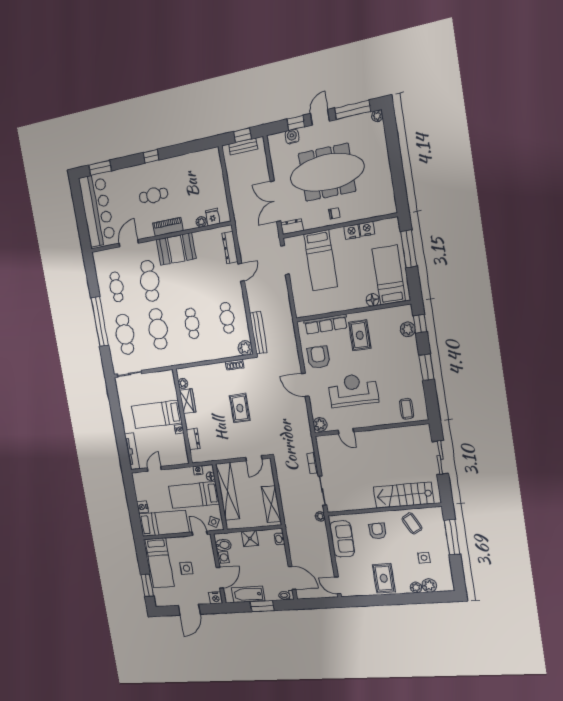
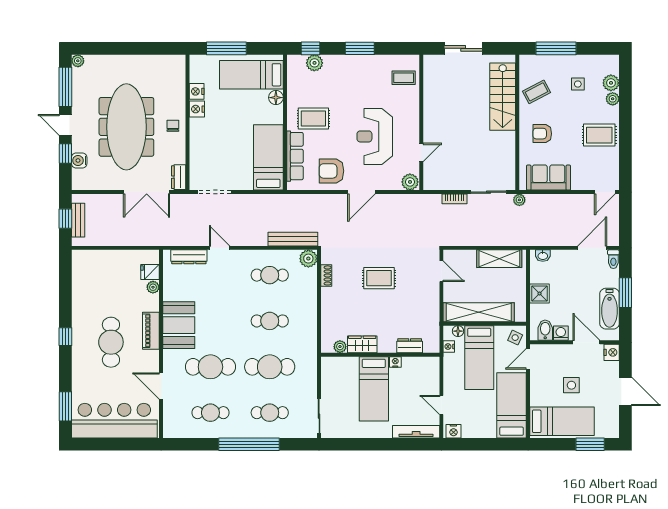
cafe table: (154, 195) -> (111, 342), width x1.37, depth x1.35
bed: (321, 260) -> (268, 157), moved, turned -90
cafe table: (125, 334) -> (270, 413), width x0.73, depth x0.74
nightstand: (142, 507) -> (453, 431), moved

